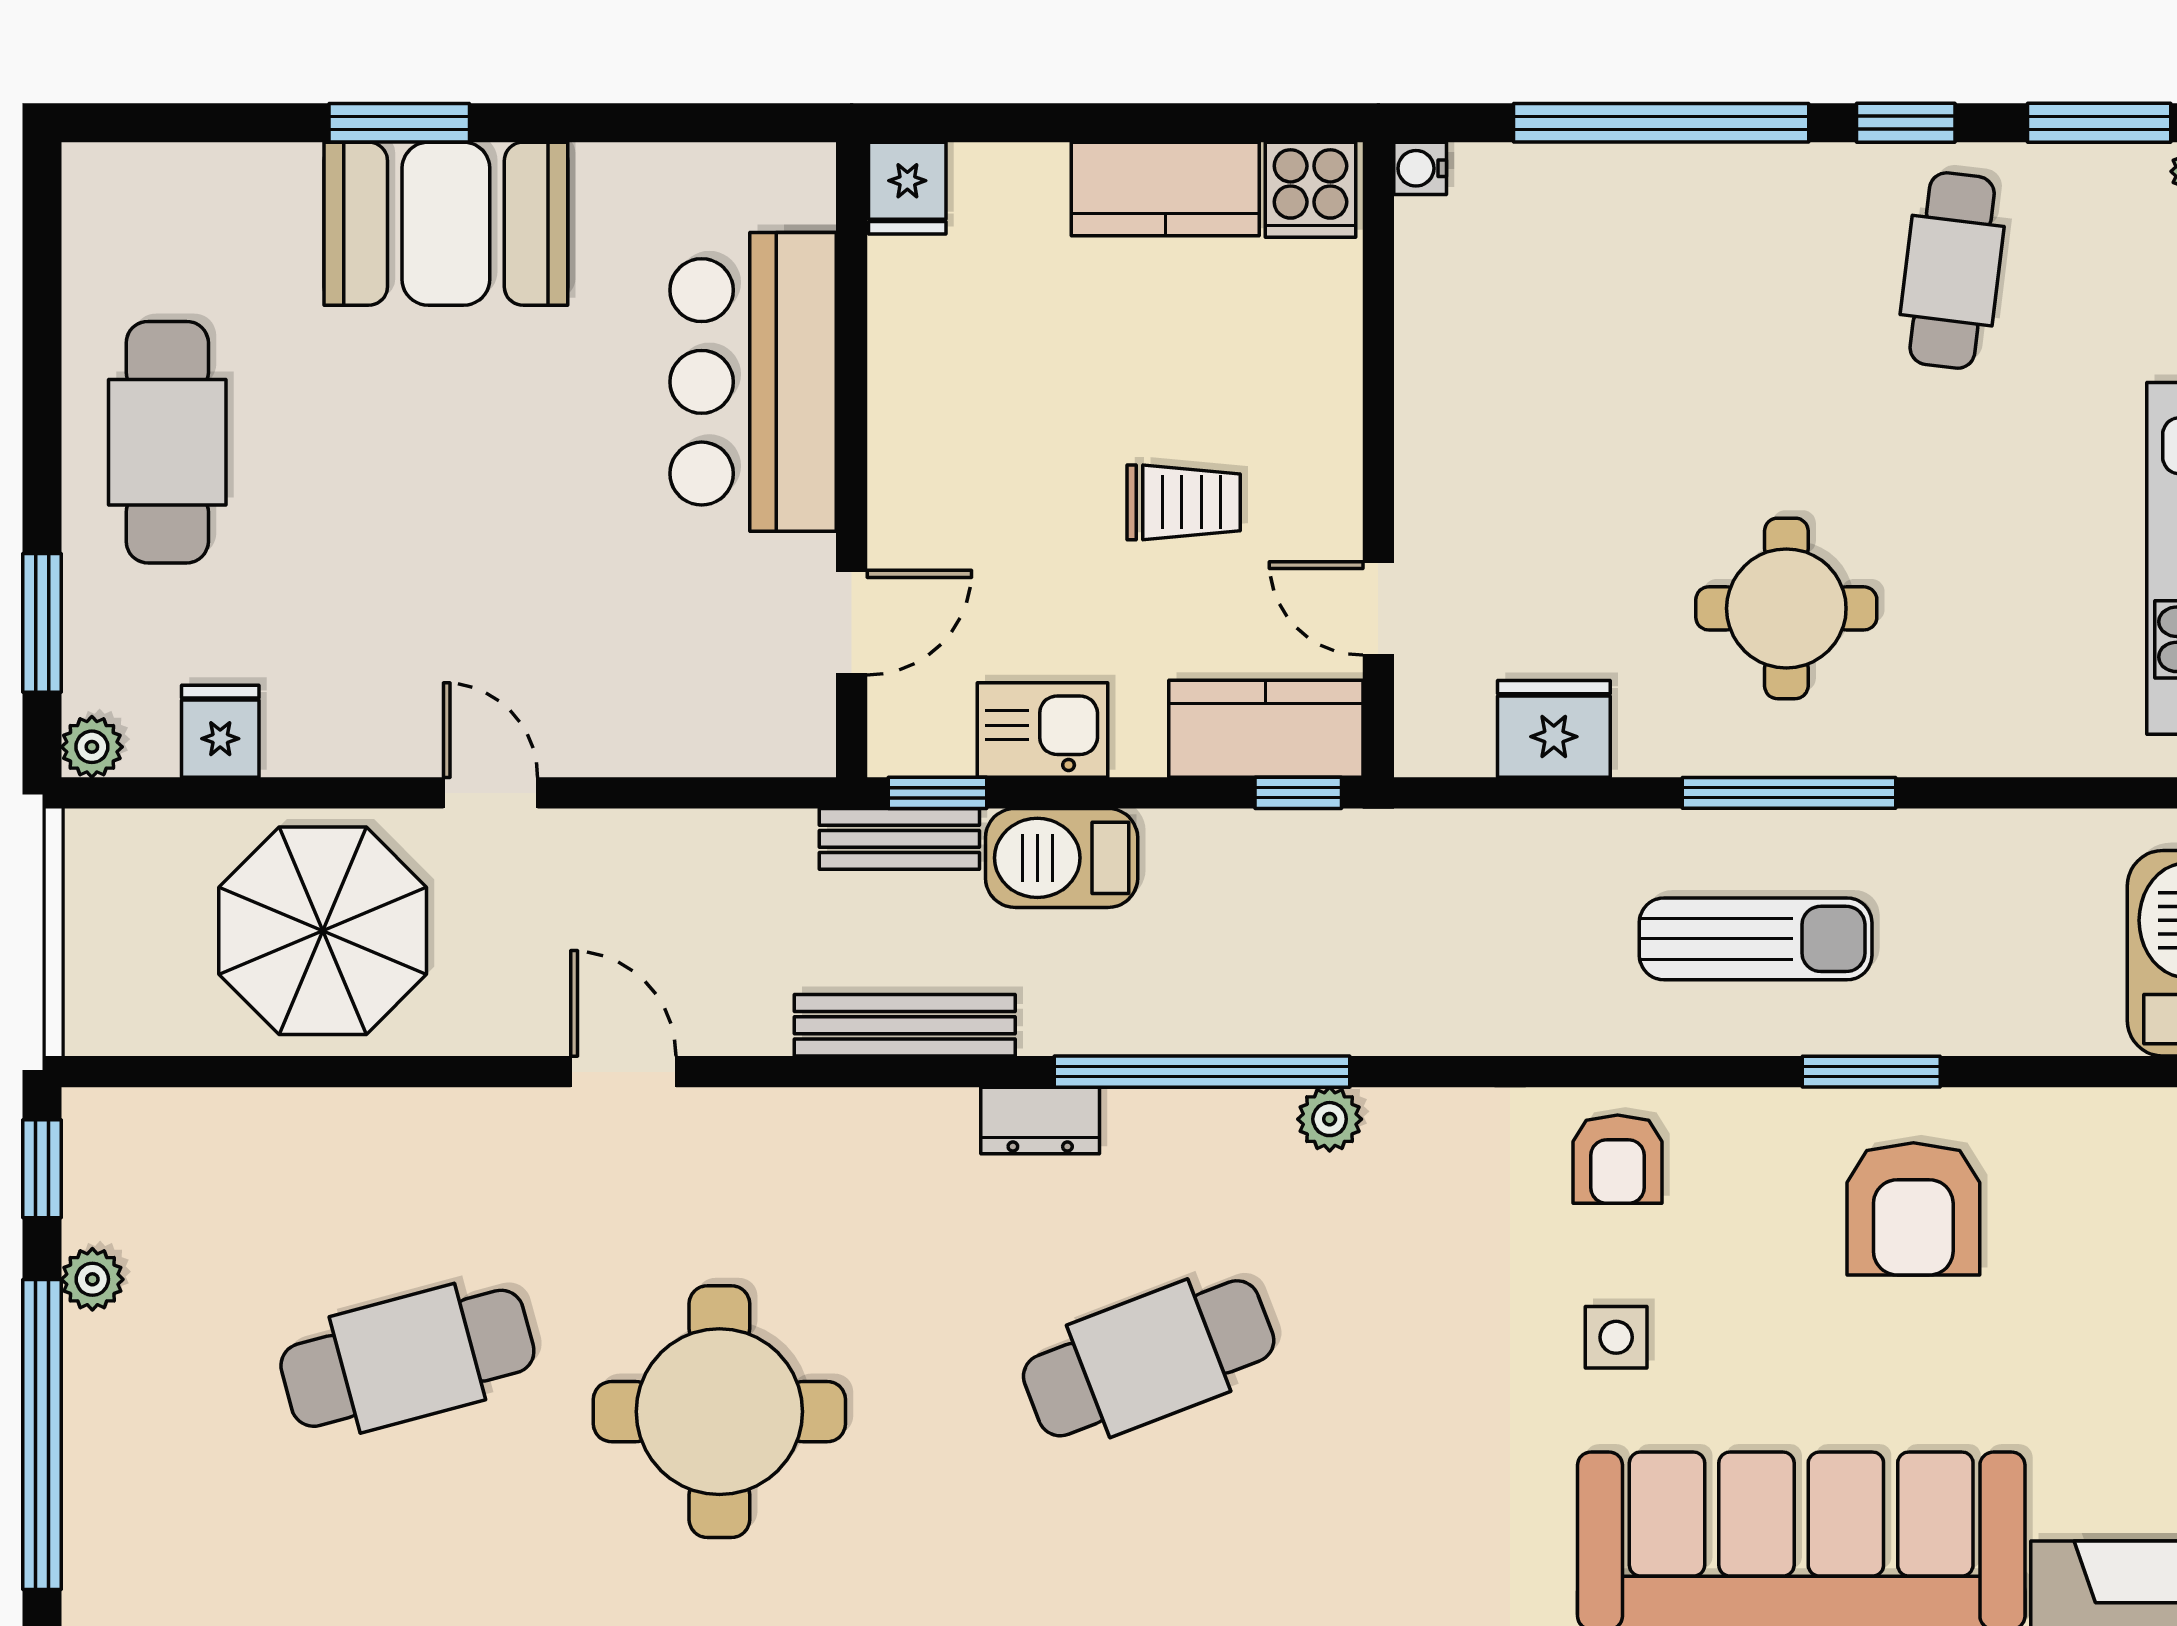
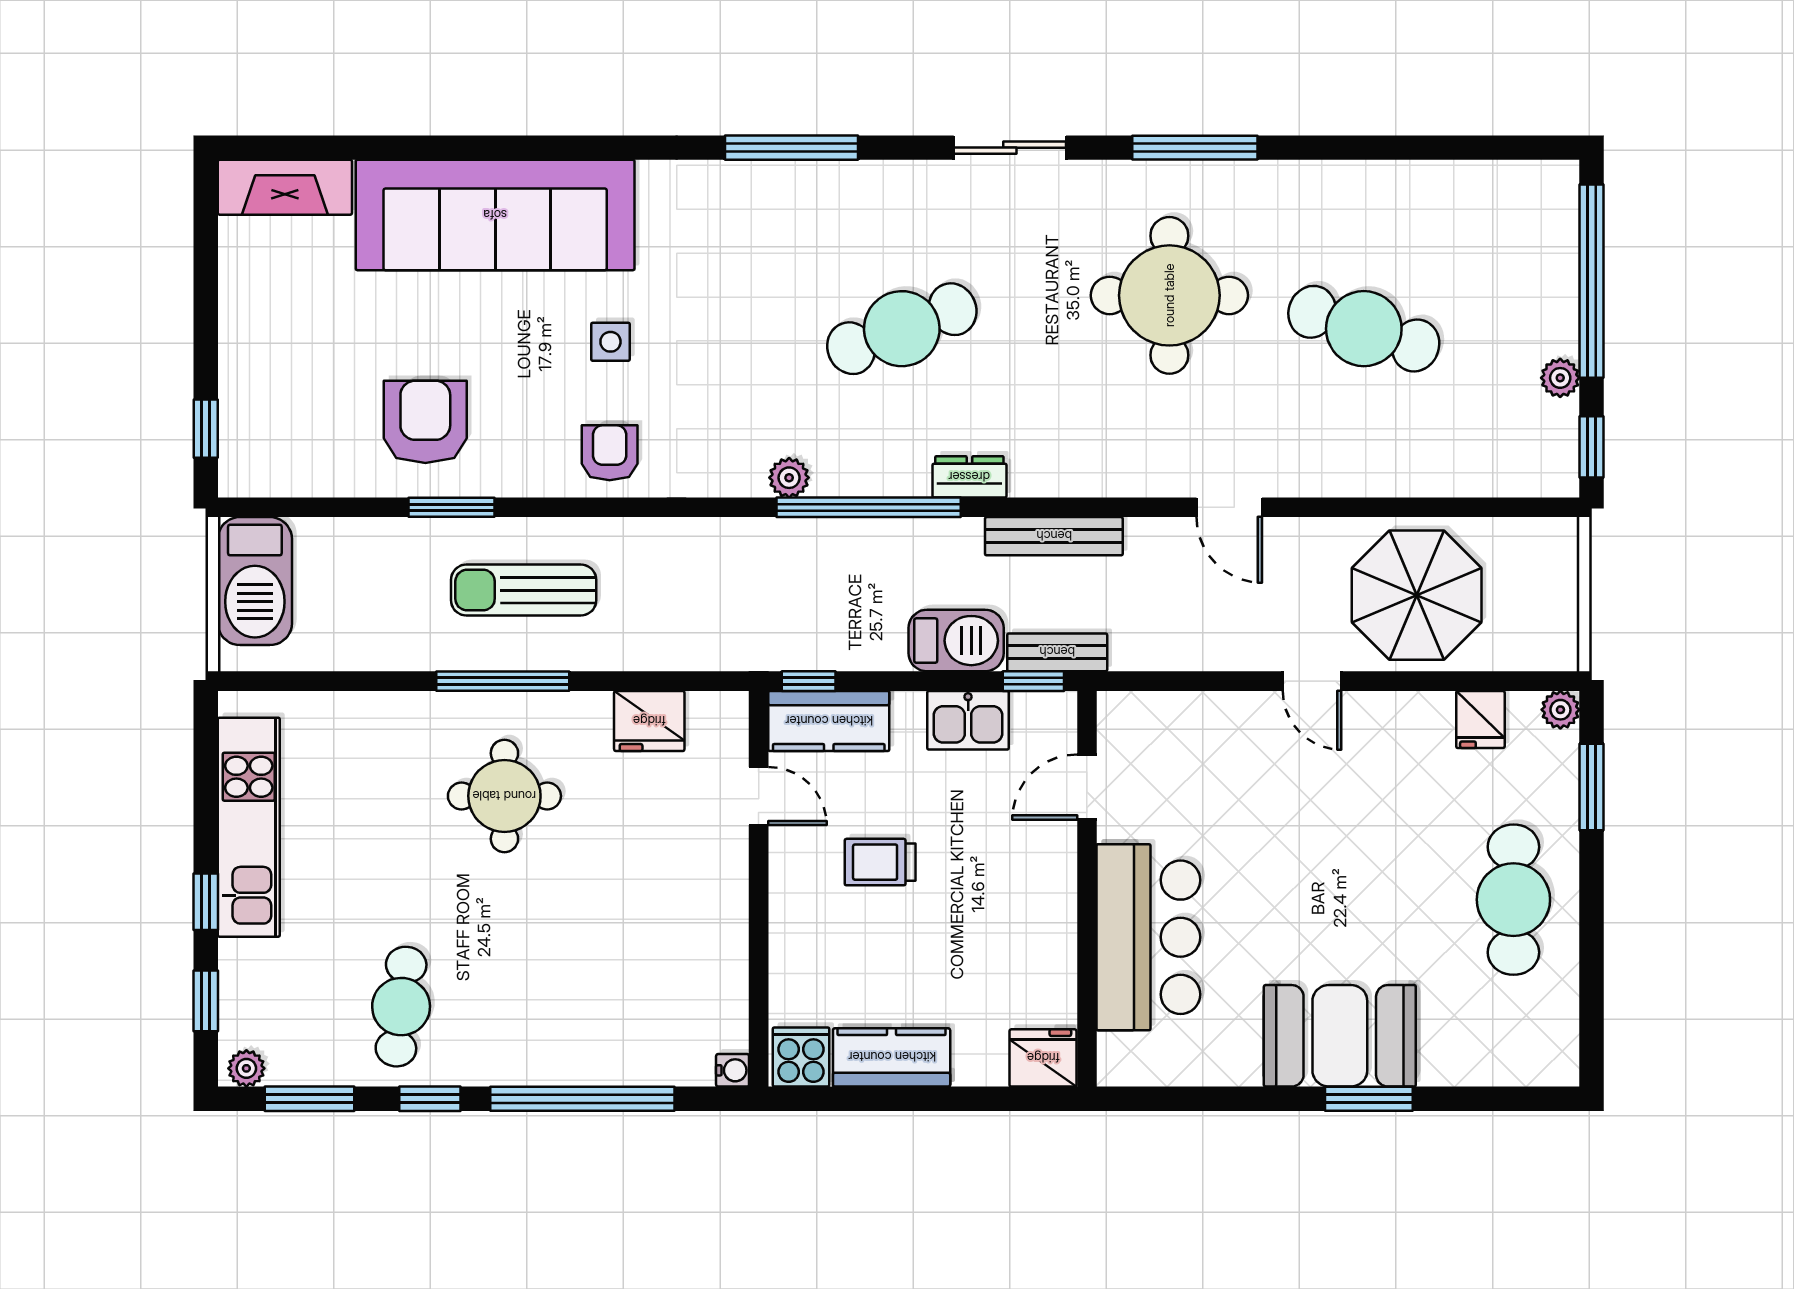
fridge: (907, 188) -> (1043, 1058), width x1.38
cafe table: (407, 1358) -> (1364, 329), turned 33

